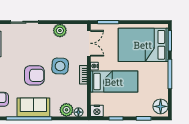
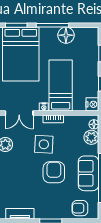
double door: (89, 43) -> (19, 113), swing flipped
floor lamp: (161, 106) -> (66, 35), moved

